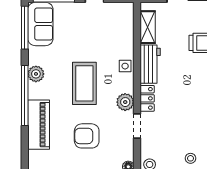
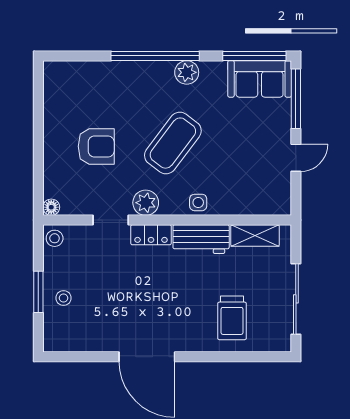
coffee table: (84, 83) -> (173, 143), turned -53
piano: (39, 125) -> (113, 76), removed
armchair: (87, 136) -> (96, 146), turned 90

